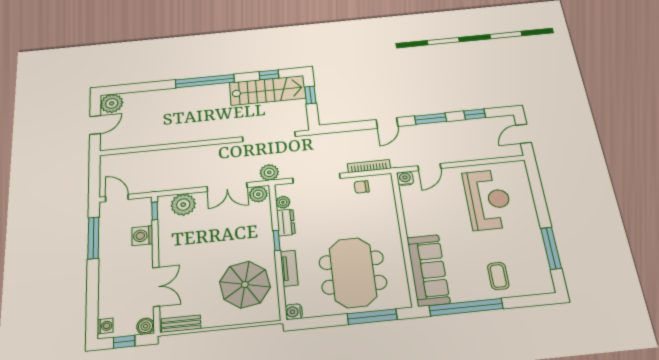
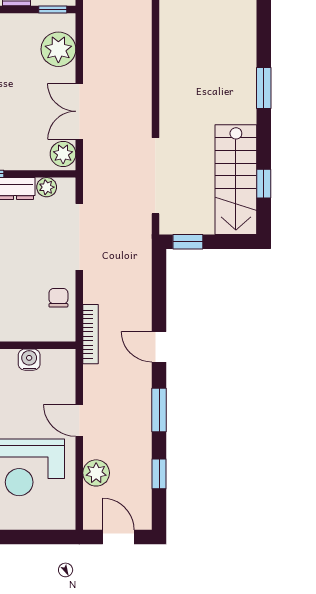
window: (205, 81) -> (264, 88), width x0.47
window: (310, 95) -> (188, 242), moved
bookcase: (369, 166) -> (90, 334), moved
door: (429, 167) -> (79, 420), moved
plant: (269, 172) -> (96, 473), moved
water cooler: (405, 178) -> (29, 360), moved, turned -90

